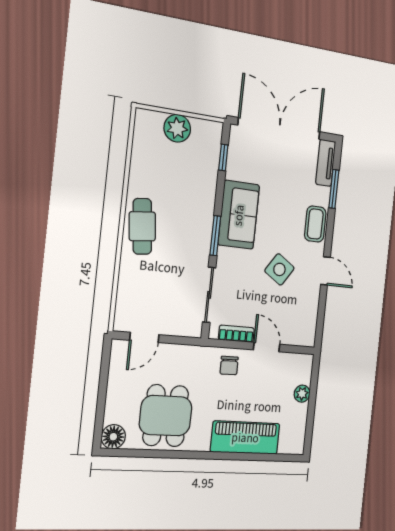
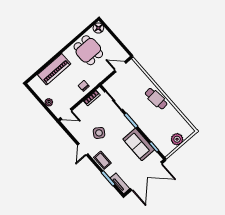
sofa: (239, 215) -> (139, 144), moved
door: (325, 271) -> (83, 149), hinge flipped
door: (144, 337) -> (120, 67), hinge flipped
door: (267, 347) -> (66, 114), moved

